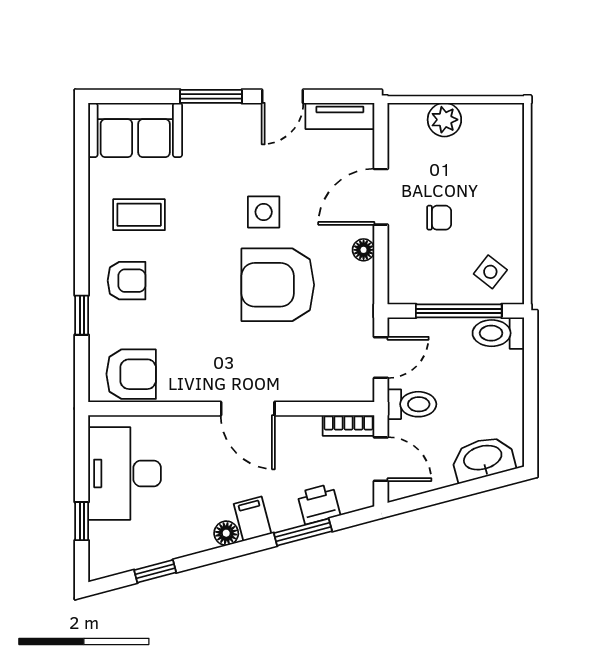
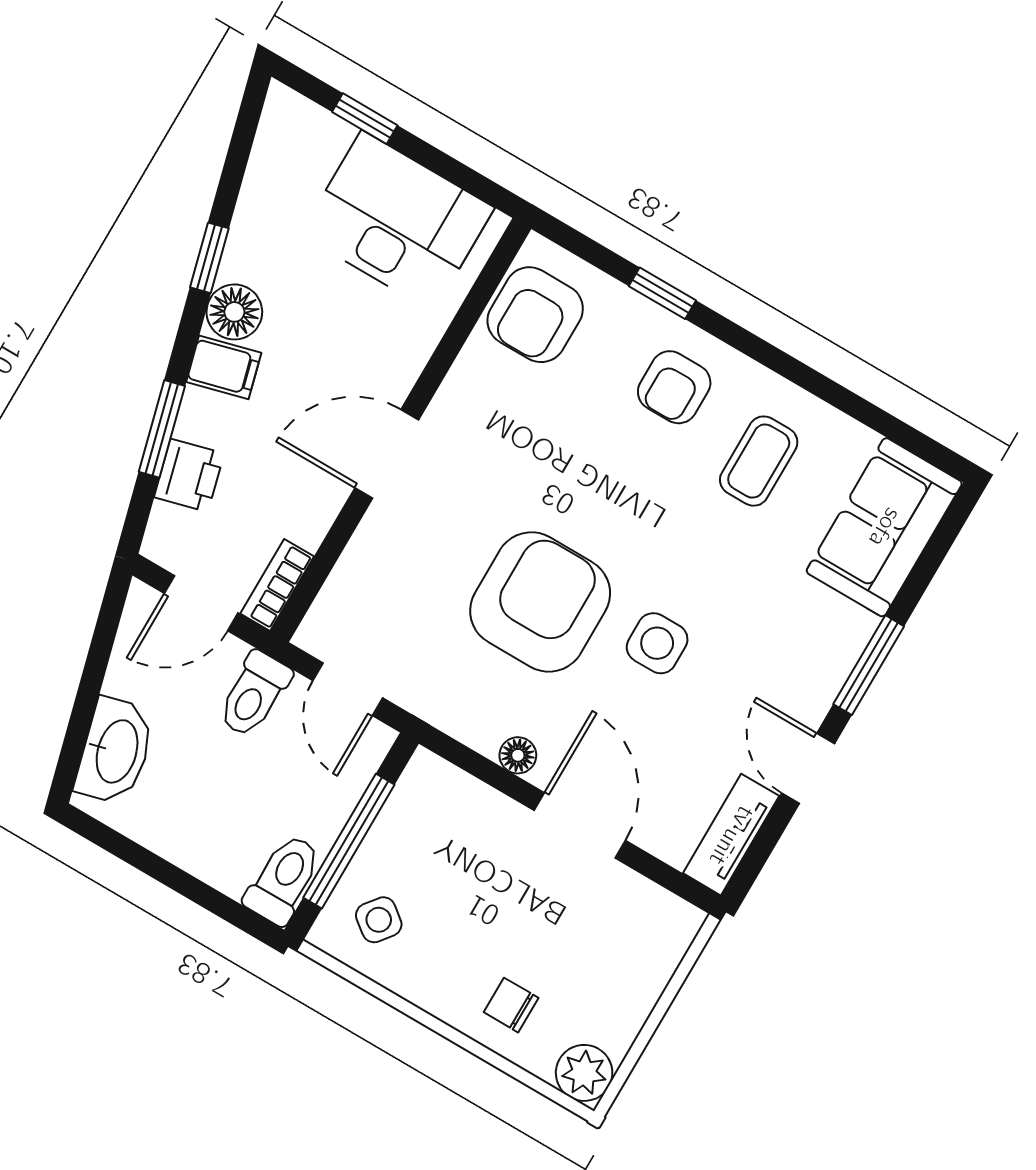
plant: (444, 120) -> (584, 1073), moved
chair: (439, 218) -> (511, 1005), moved, turned 90
floor lamp: (226, 533) -> (234, 312), width x1.37, depth x1.37
window: (155, 571) -> (209, 258), moved

